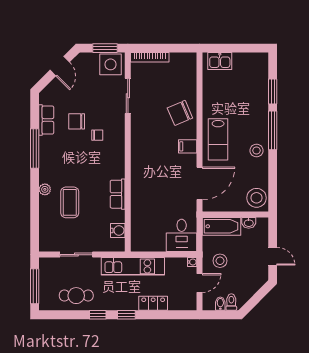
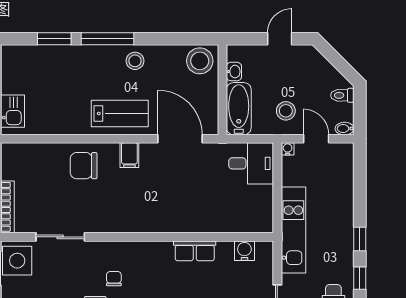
chair: (180, 113) -> (84, 166), turned 113
locker: (153, 303) -> (344, 202), removed
bidet: (220, 304) -> (345, 129), moved

